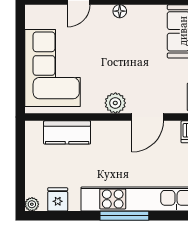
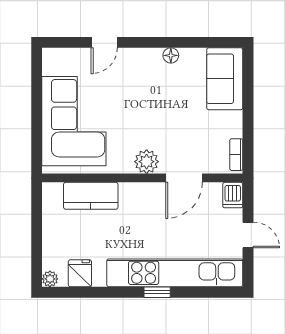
floor lamp: (120, 11) -> (171, 55), moved
window: (124, 216) -> (157, 292), width x0.46

